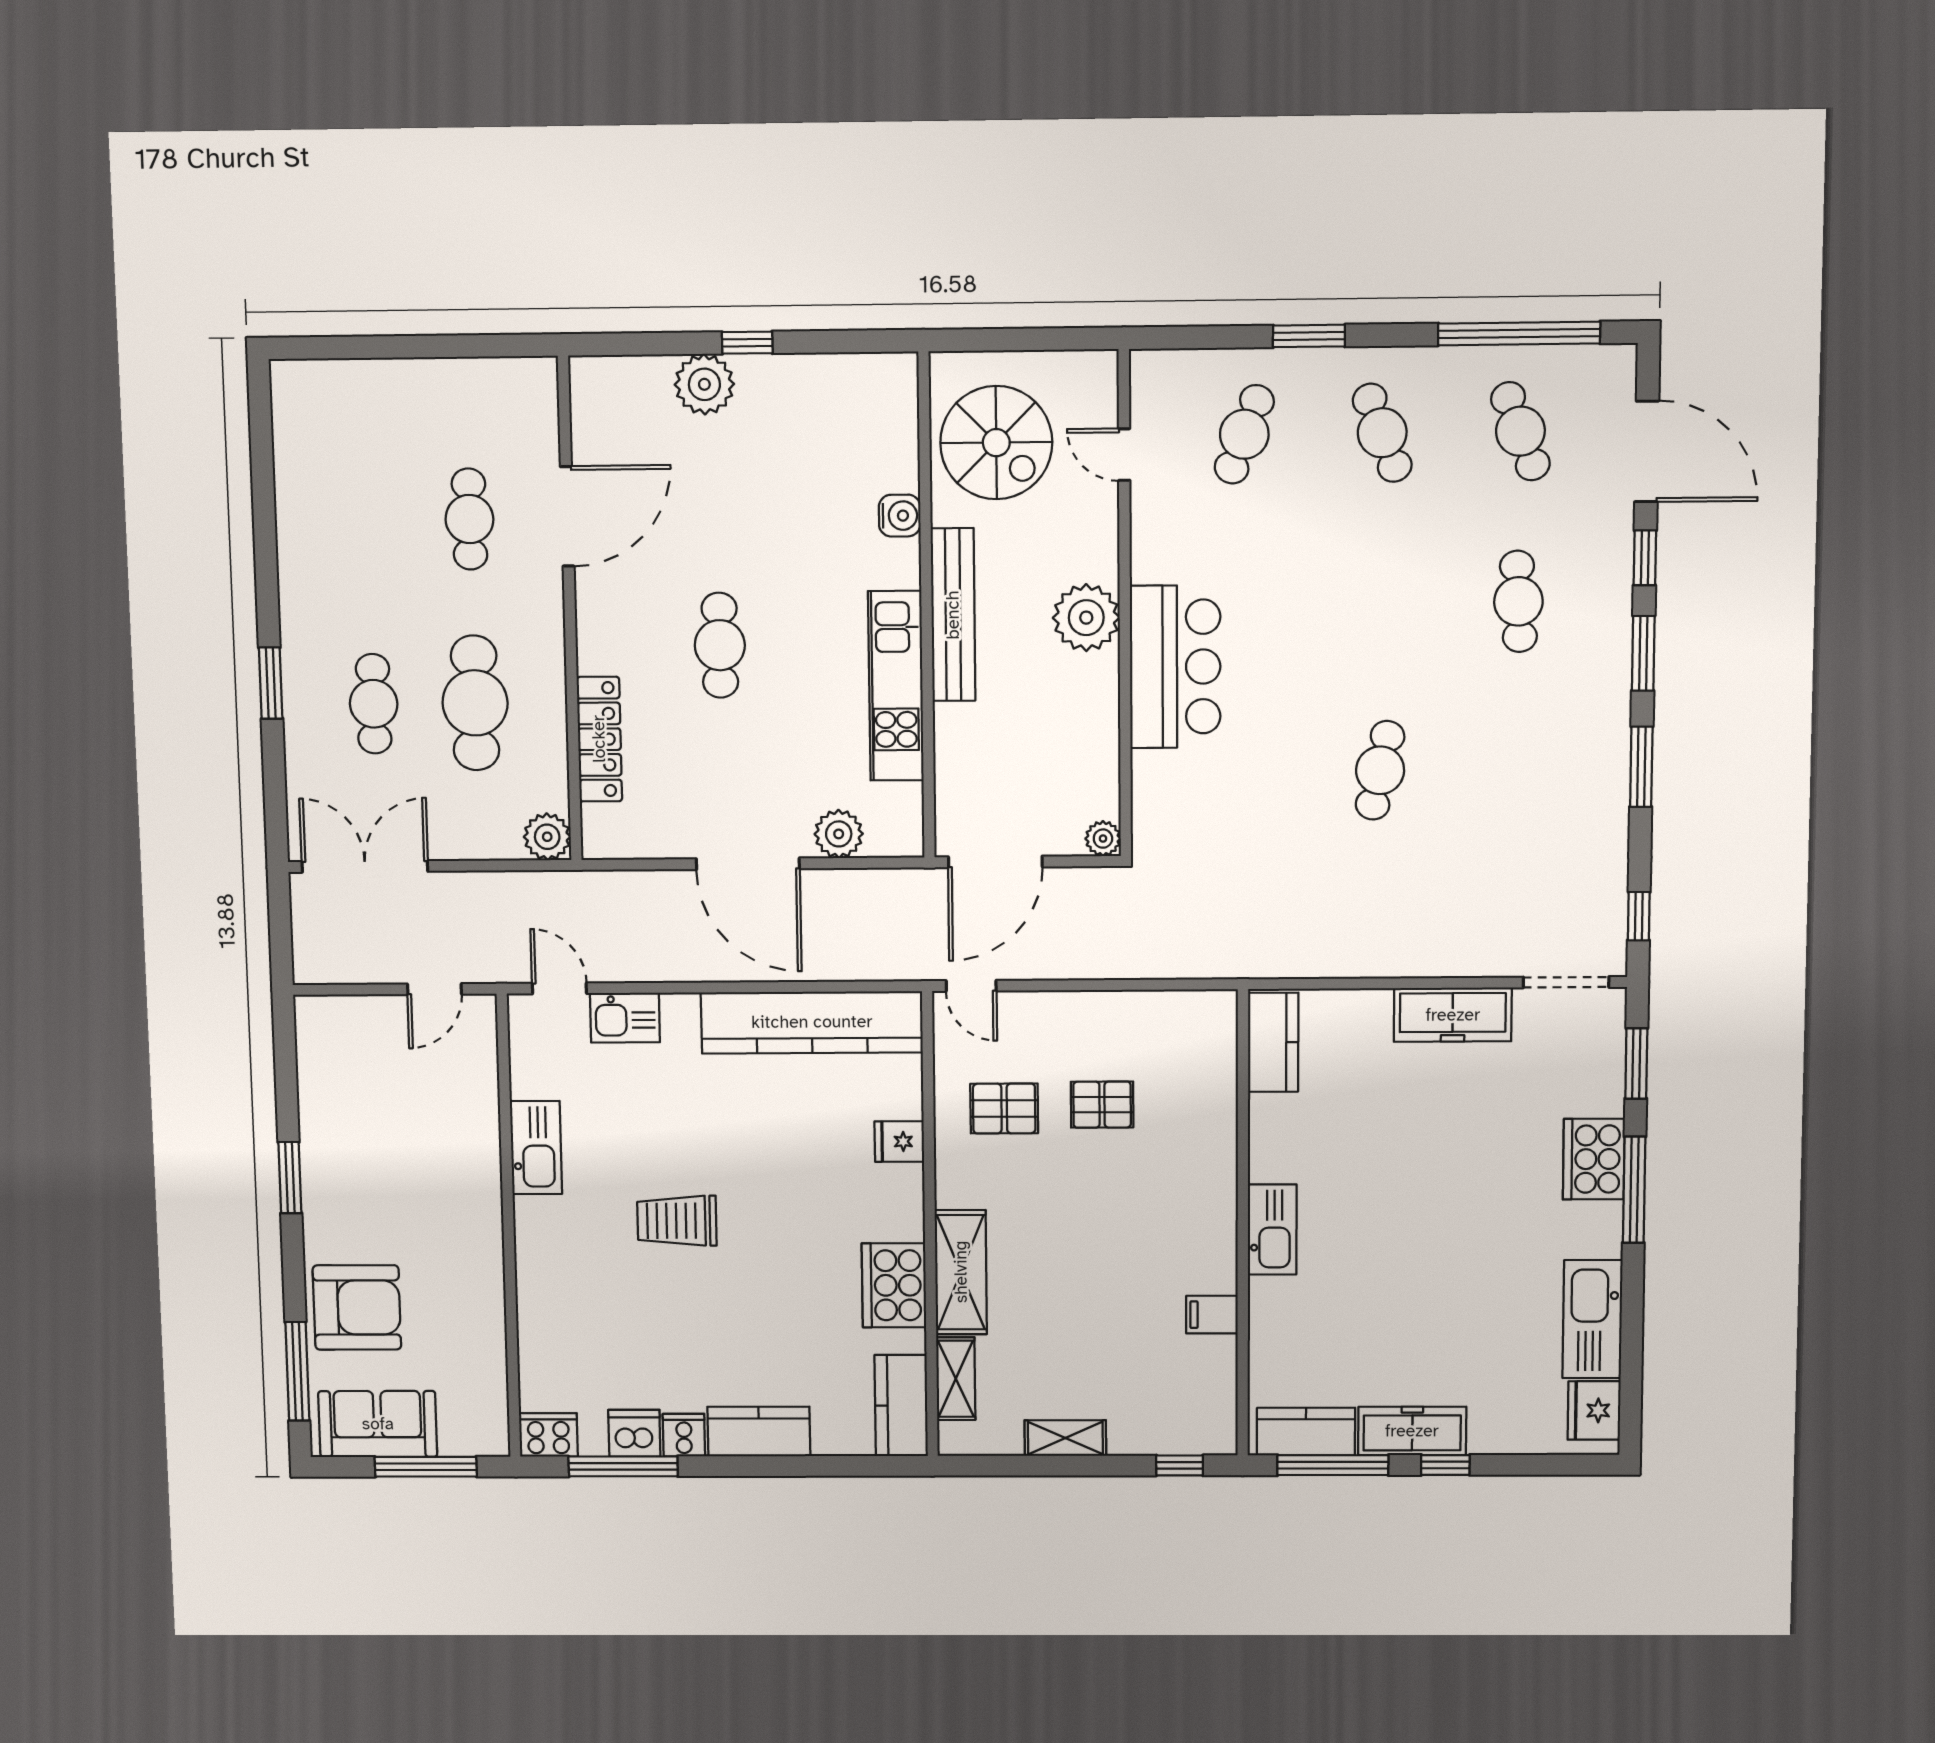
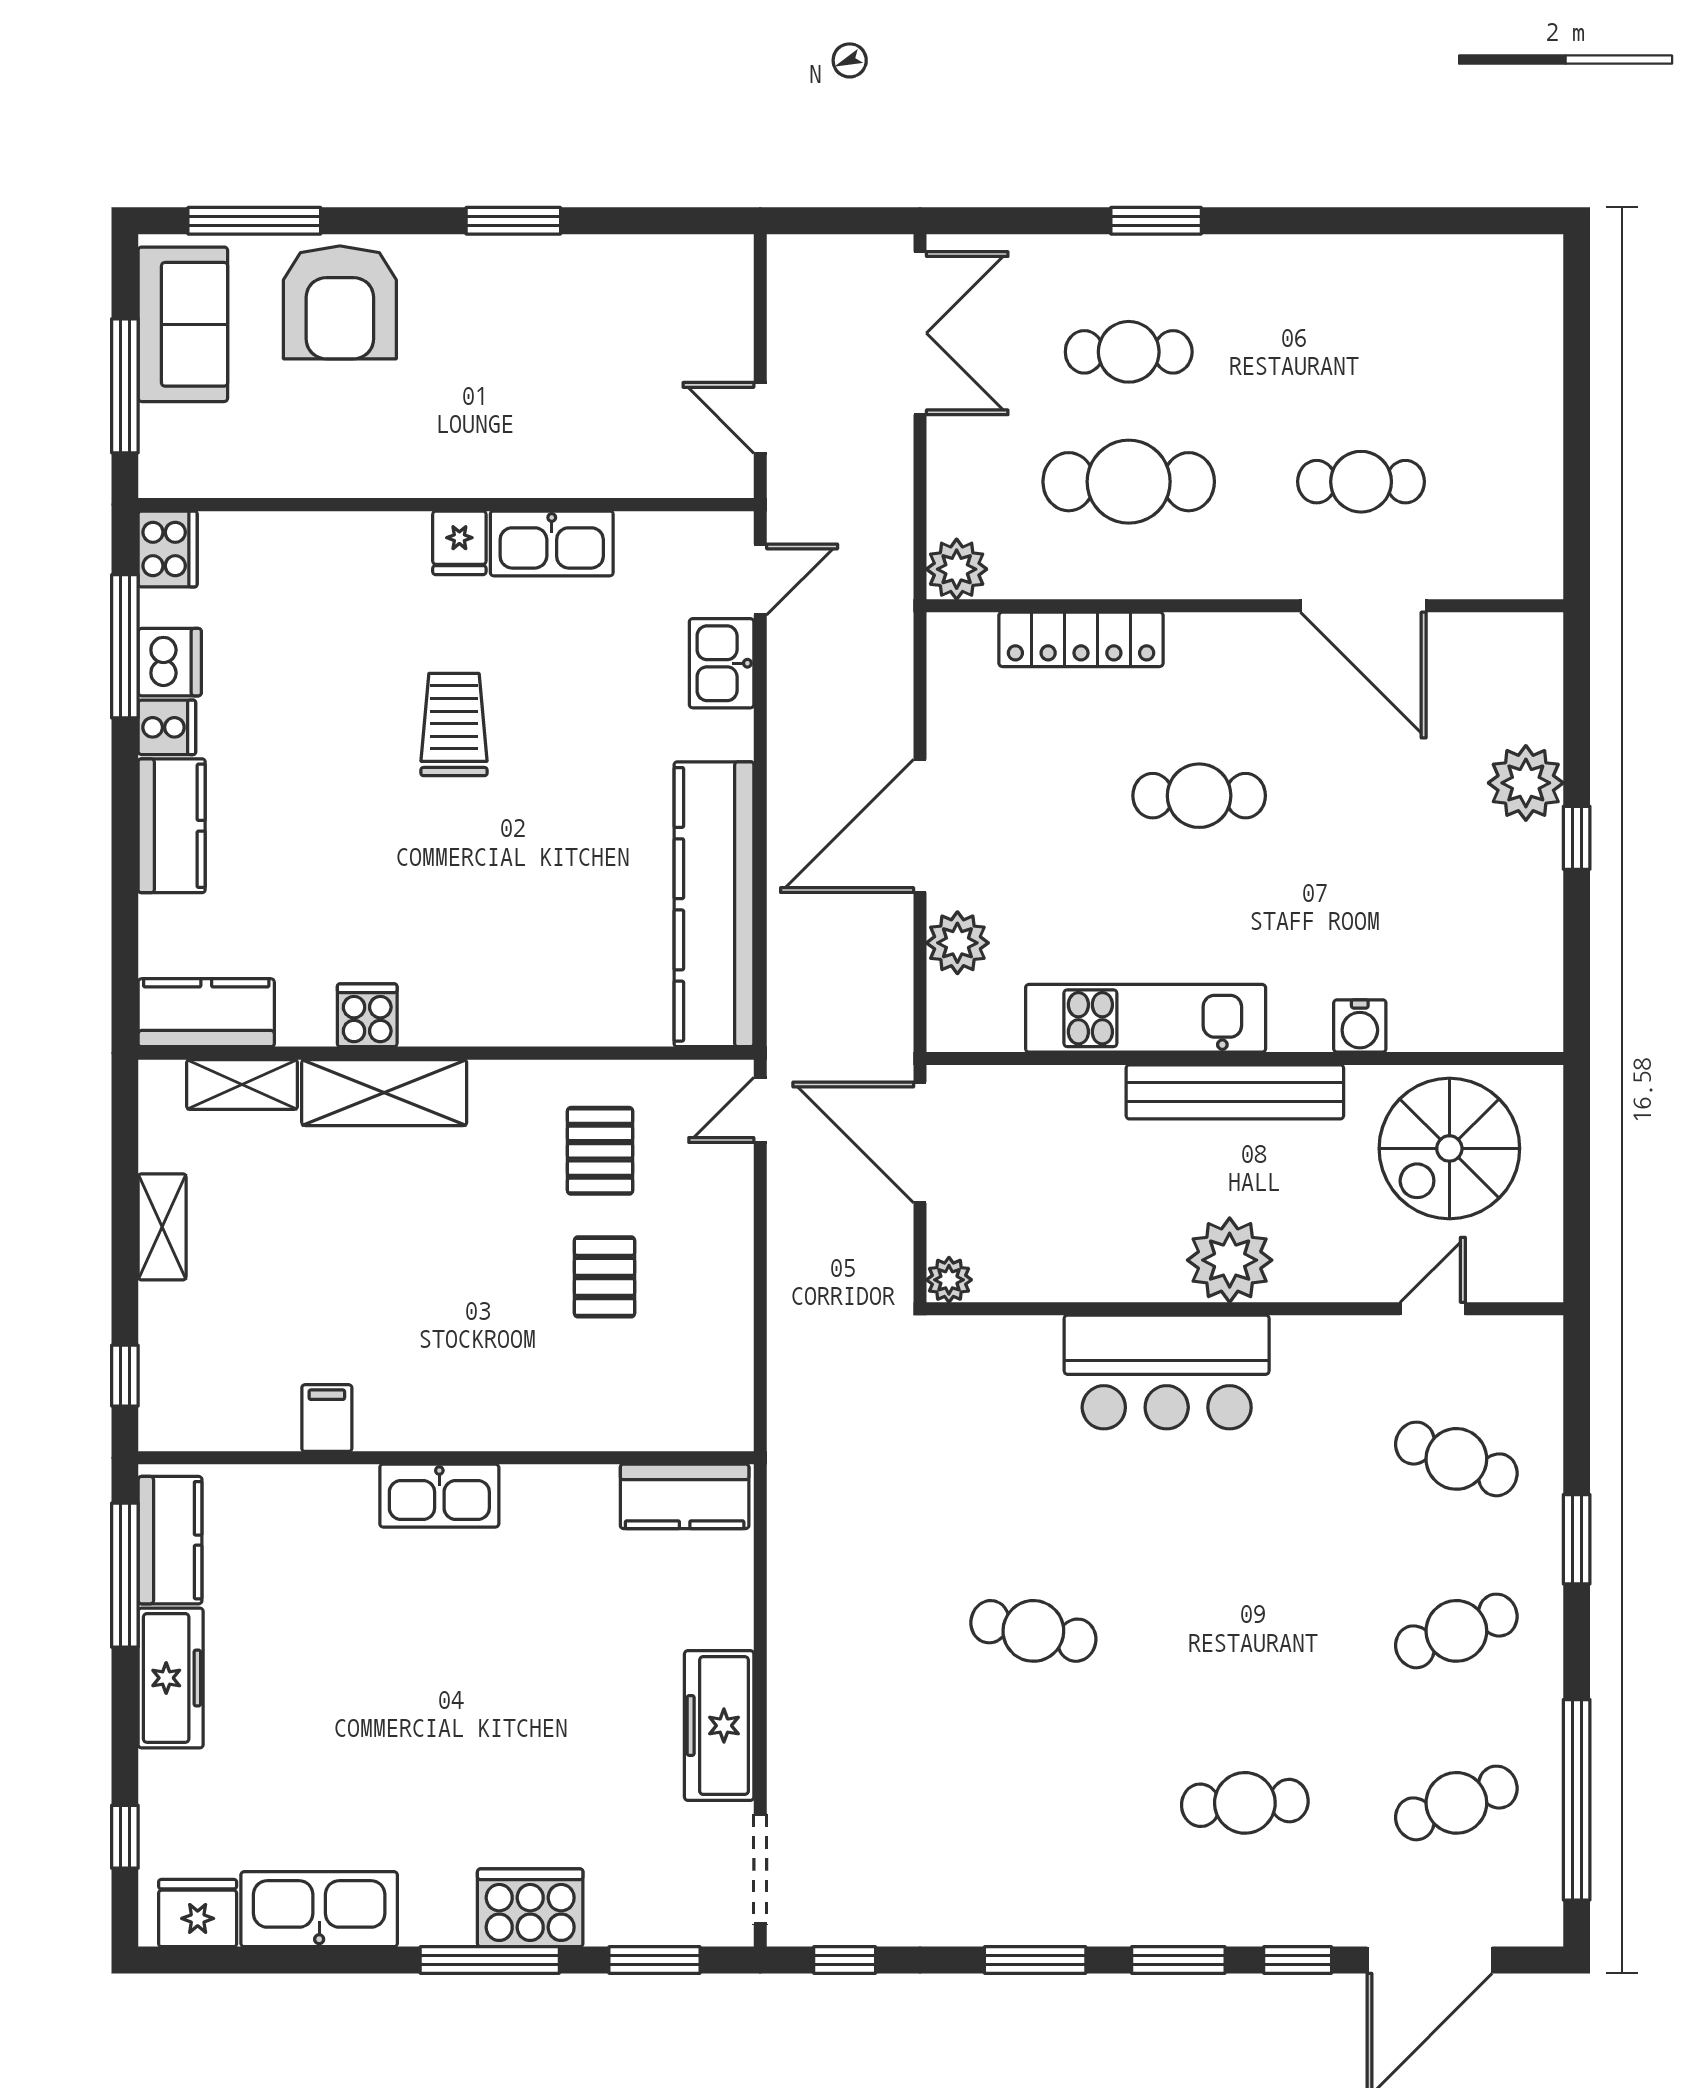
fridge: (899, 1141) -> (459, 543), moved, turned 180
cooker: (894, 1285) -> (367, 1015), width x0.53, depth x0.76
window: (1445, 1465) -> (125, 1837), moved

